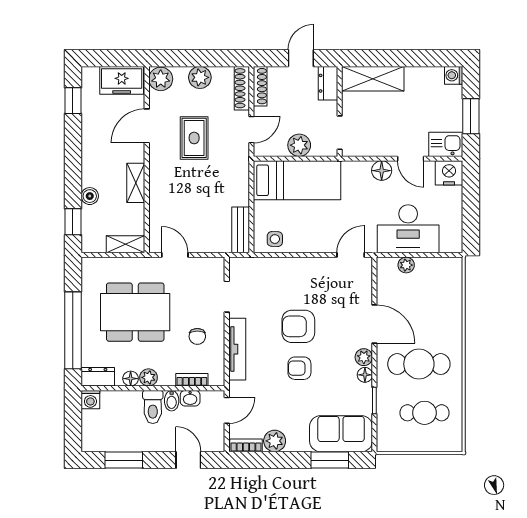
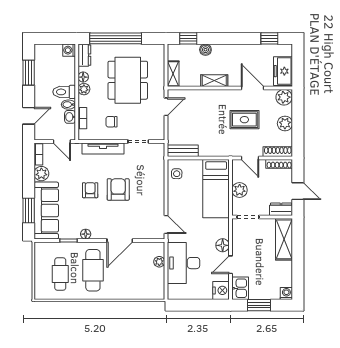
plant: (364, 357) -> (98, 233), removed
sofa: (341, 434) -> (46, 211), width x1.36

